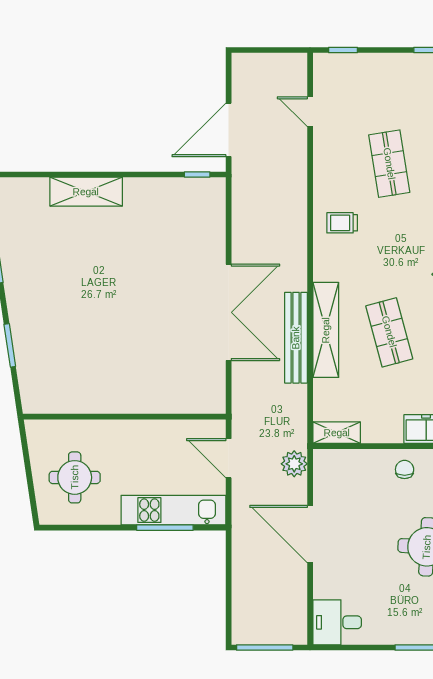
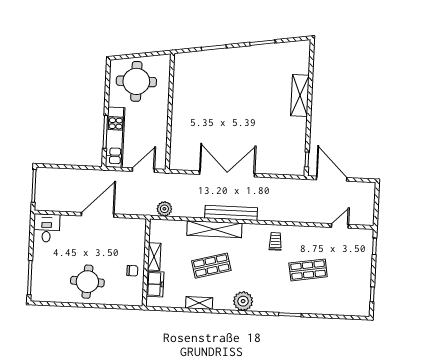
double door: (229, 312) -> (227, 174), swing flipped
bench: (296, 338) -> (231, 213), moved
shelving: (337, 433) -> (154, 257), moved
plant: (294, 464) -> (164, 209), moved
round table: (75, 477) -> (136, 81), width x1.36, depth x1.36

